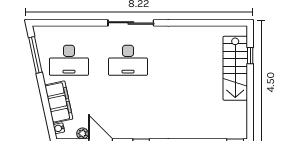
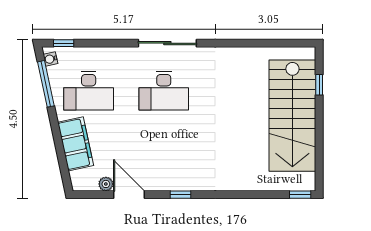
window: (49, 23) -> (64, 43), added
stairs: (235, 68) -> (292, 116), width x1.36, depth x1.51
water cooler: (59, 128) -> (50, 59), moved

